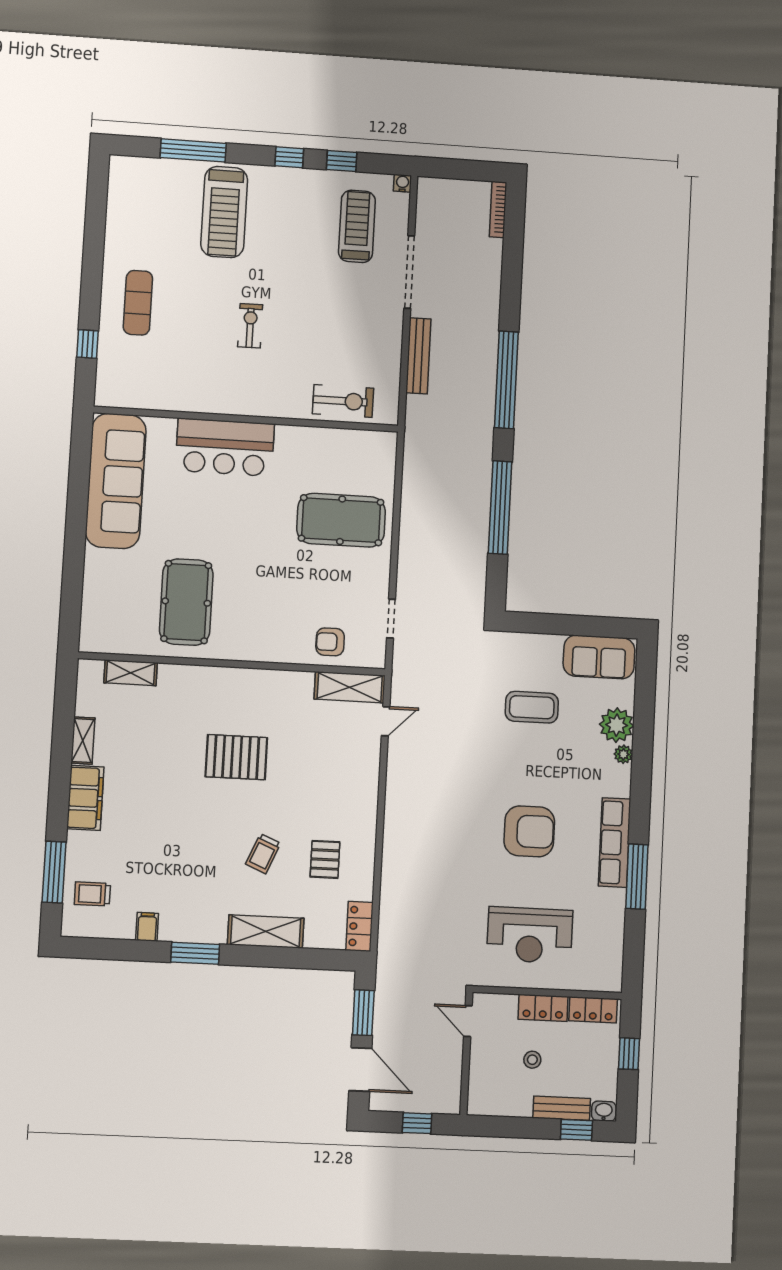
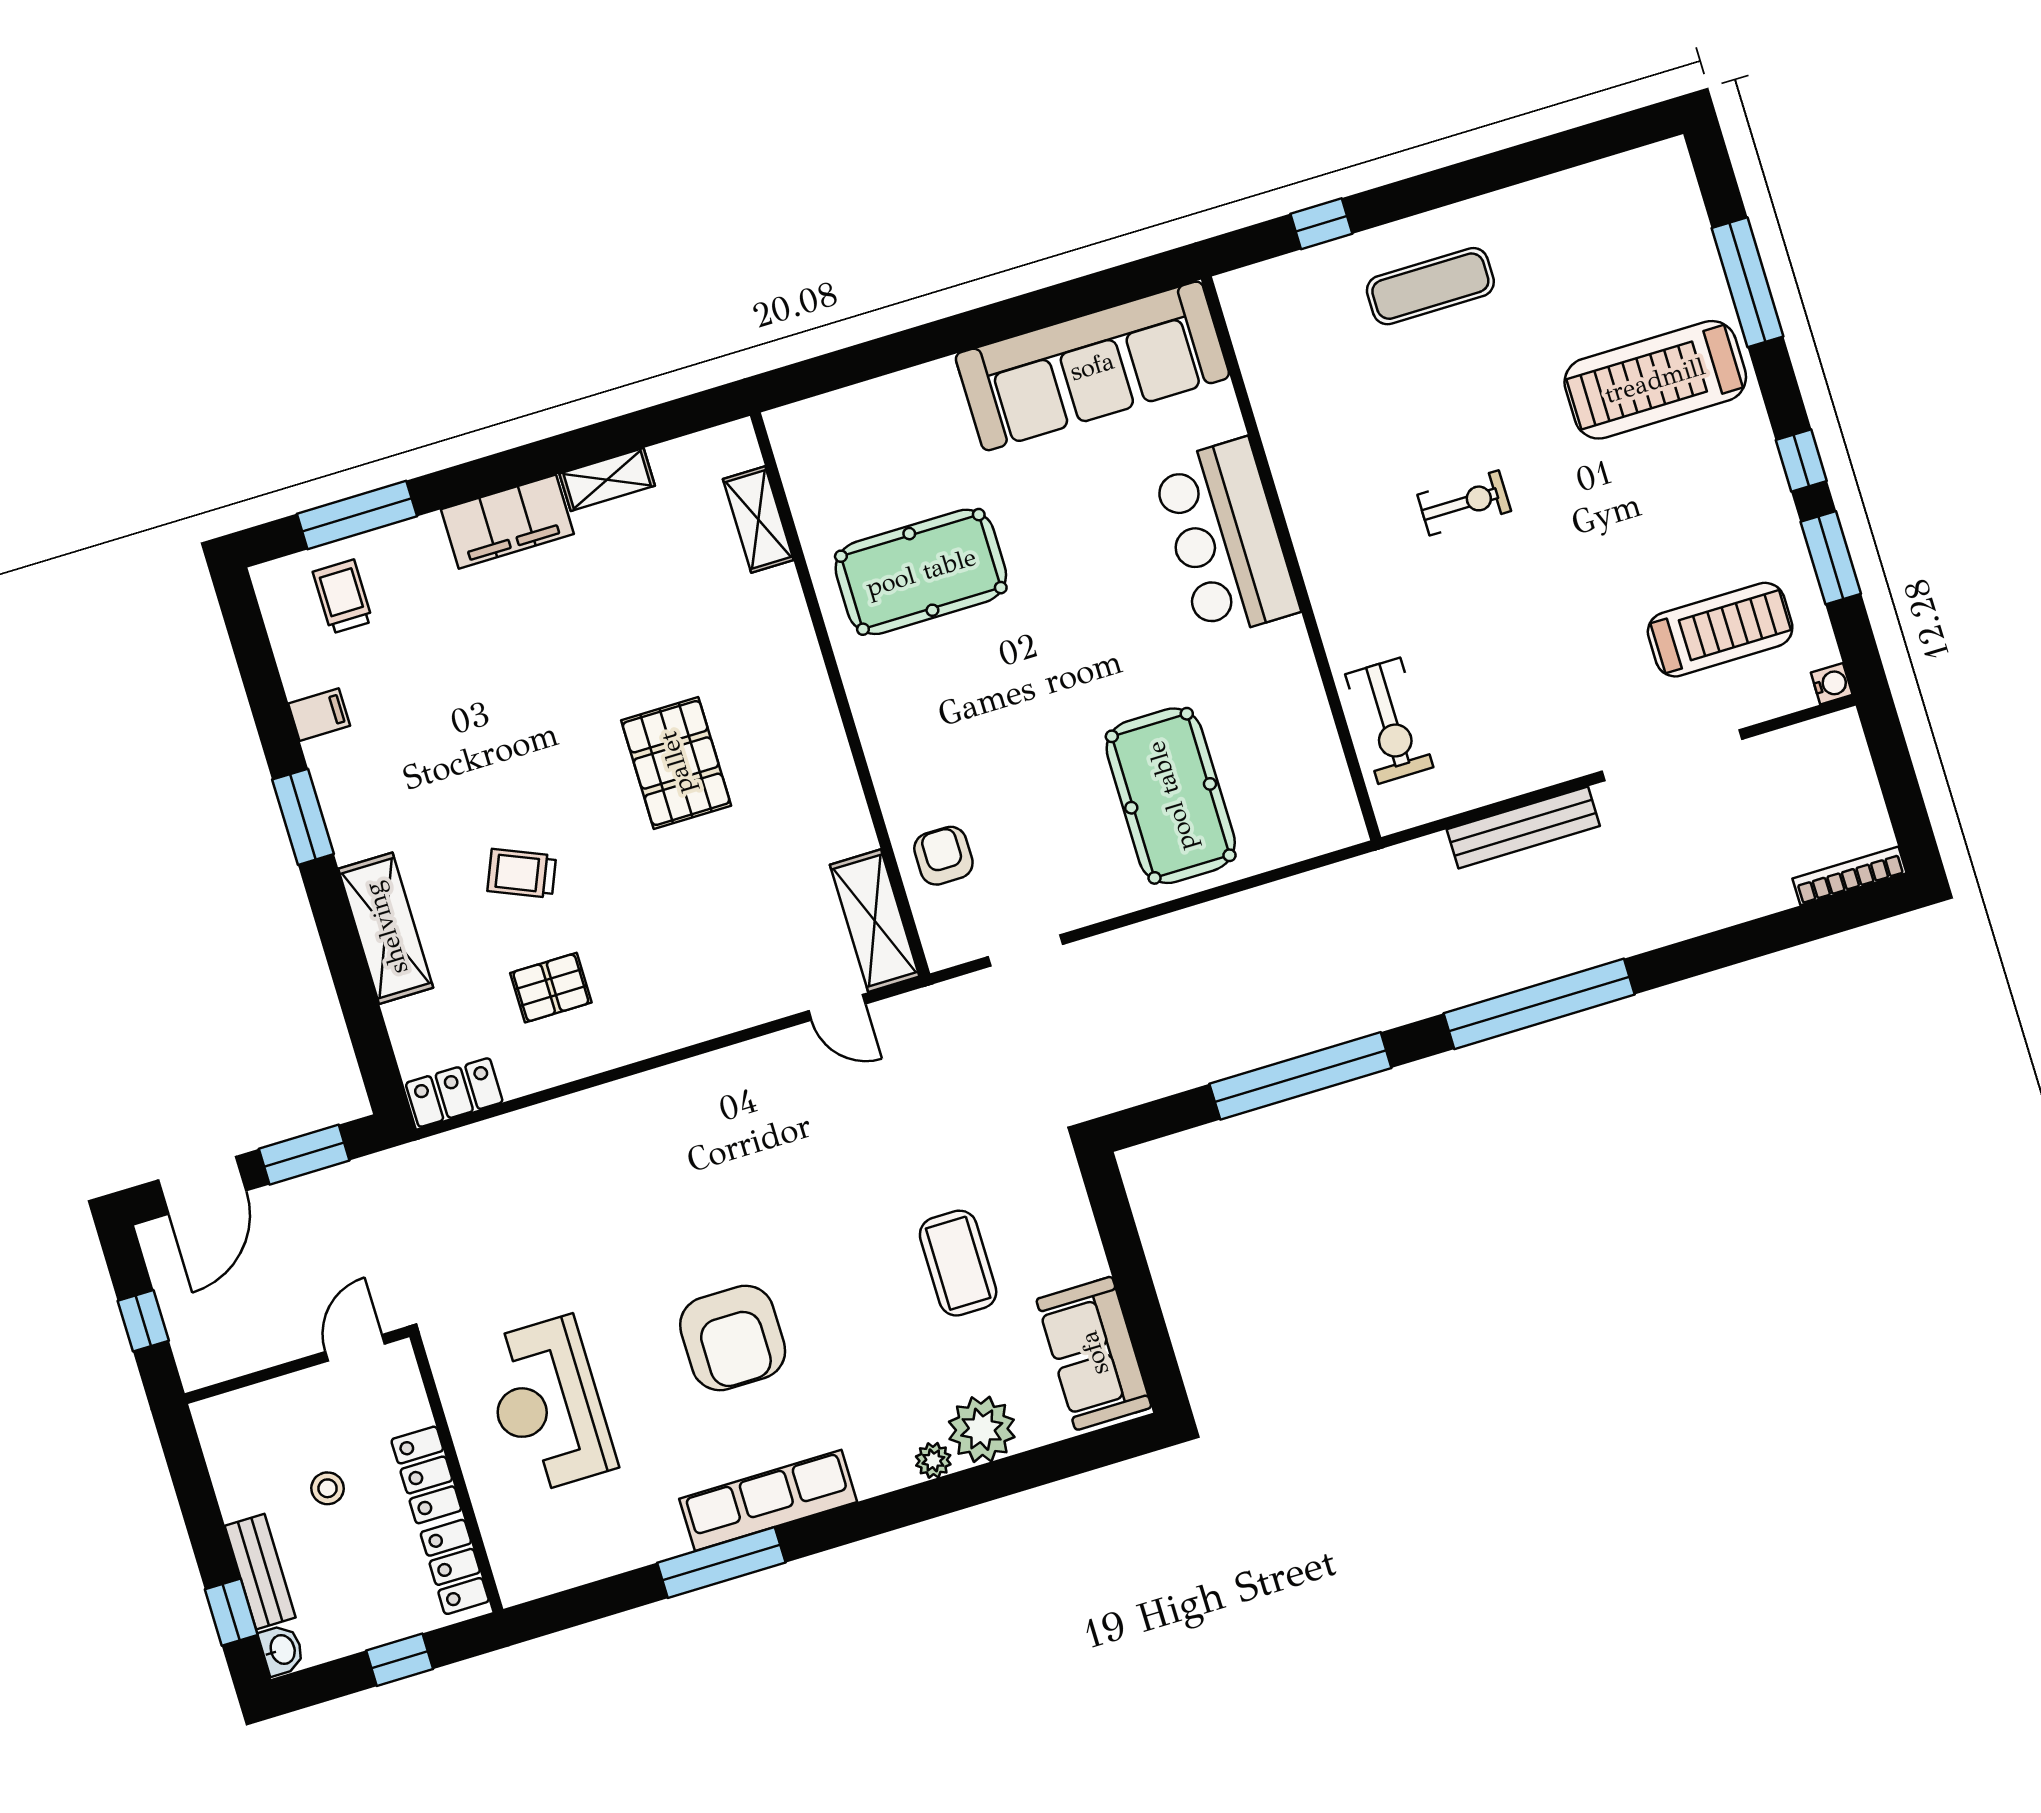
window: (342, 161) -> (1831, 558), width x1.50

